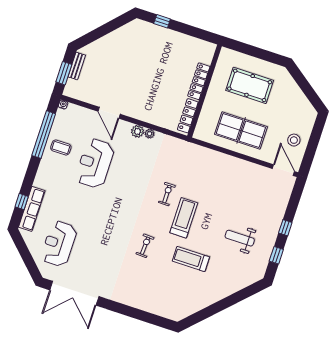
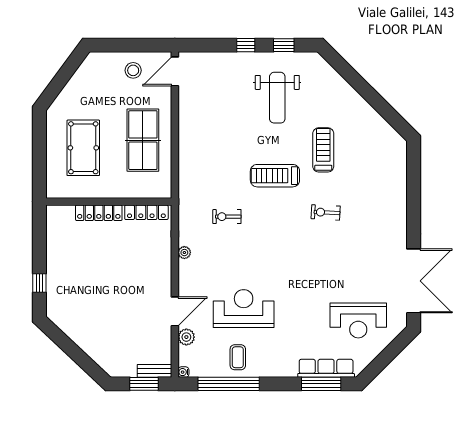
bench: (77, 66) -> (154, 371), moved
plant: (137, 131) -> (186, 337), moved
reception desk: (95, 163) -> (244, 309), turned 180
exercise bike: (167, 194) -> (227, 217), moved
window: (22, 202) -> (321, 384), width x2.17
weight bench: (240, 238) -> (277, 98), width x1.36, depth x1.33
treadmill: (191, 259) -> (323, 150), turned 180

